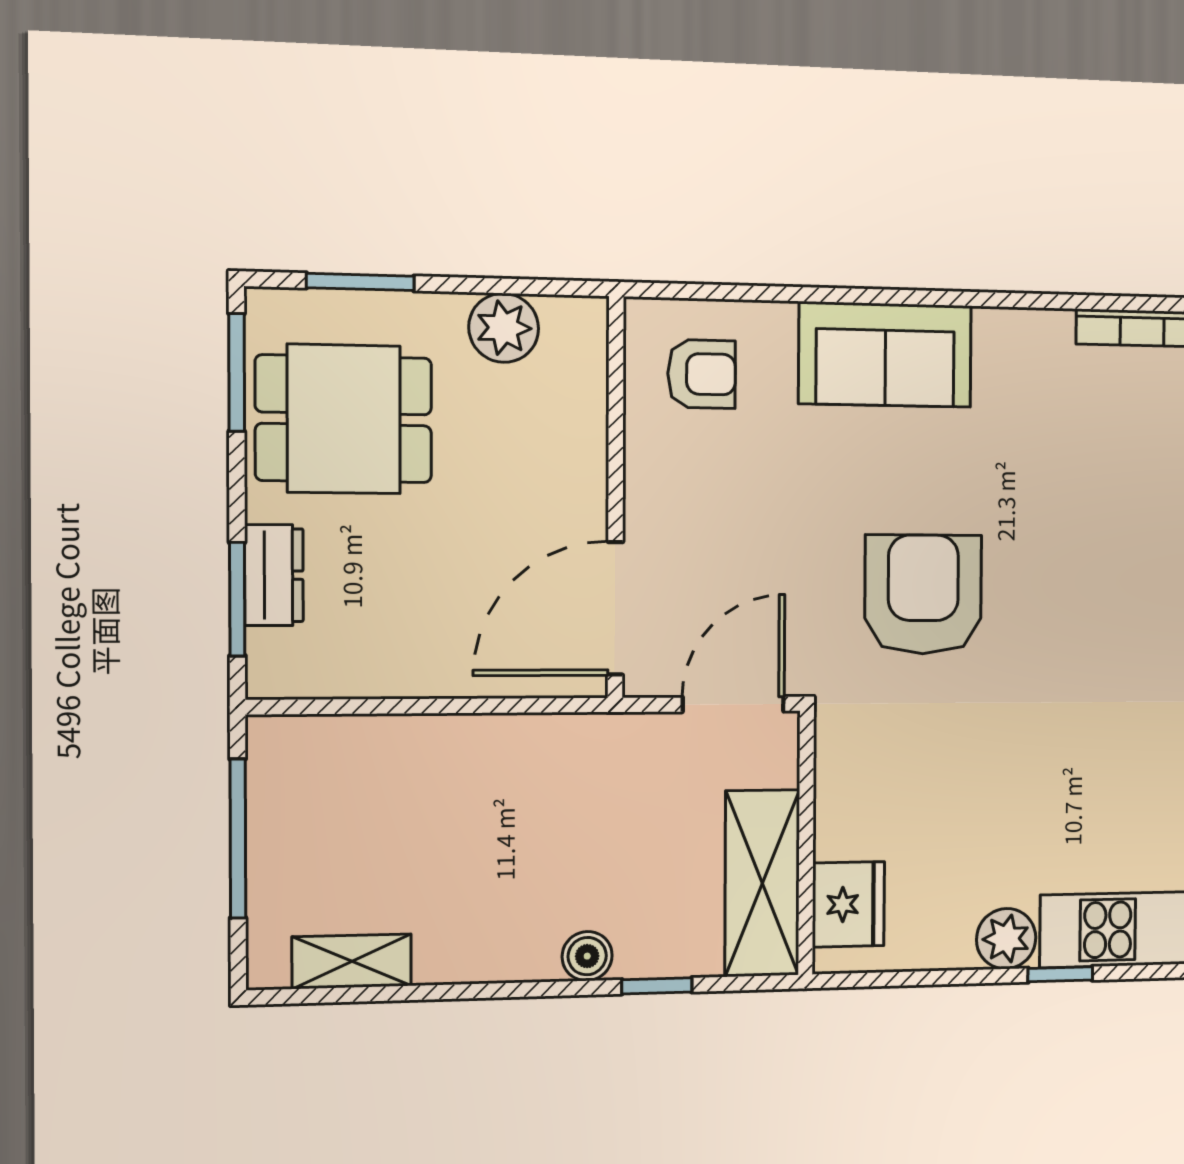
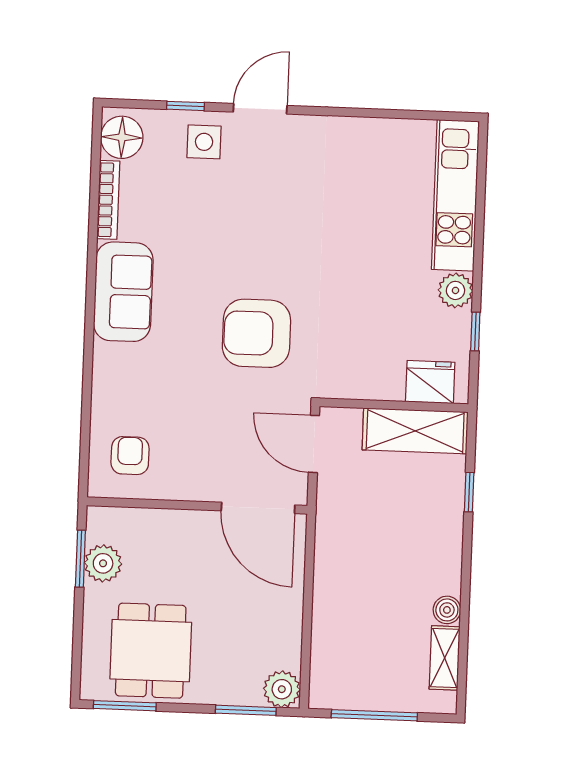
window: (360, 282) -> (80, 559), moved
sofa: (885, 355) -> (123, 292), moved
dresser: (274, 575) -> (233, 691), removed
plant: (280, 665) -> (282, 689), added
boiler: (587, 956) -> (447, 610), moved
window: (1060, 974) -> (475, 331), moved

